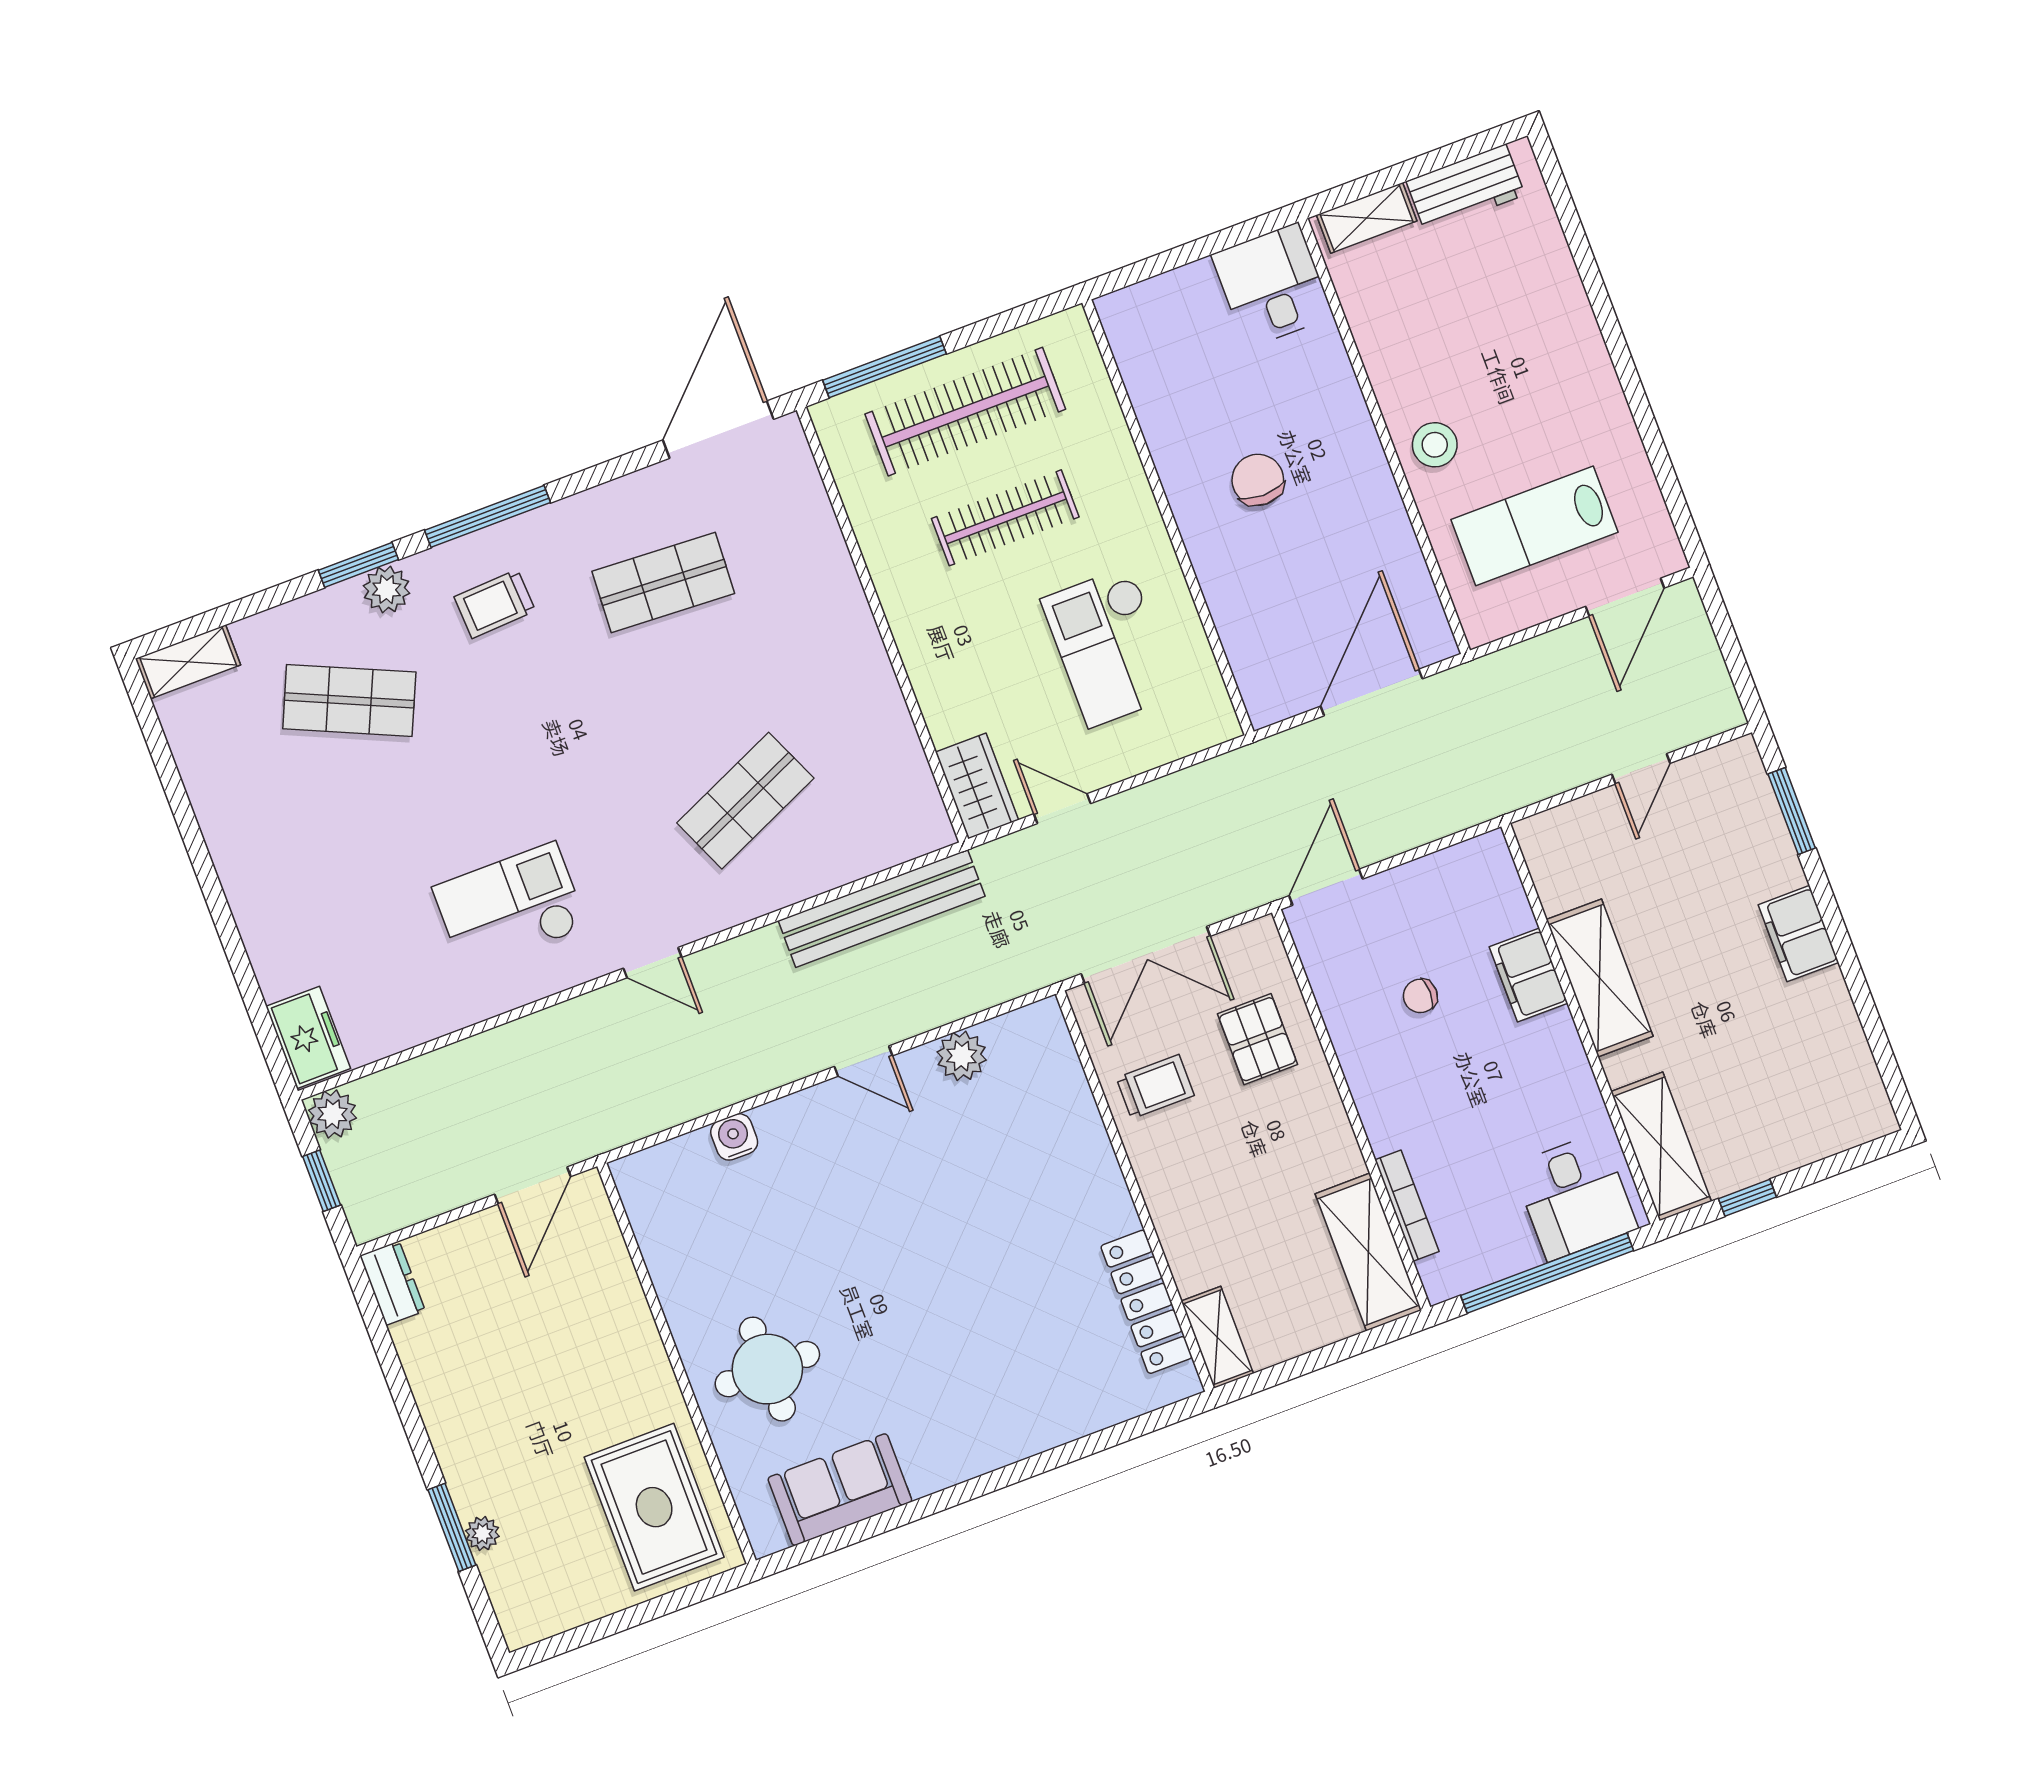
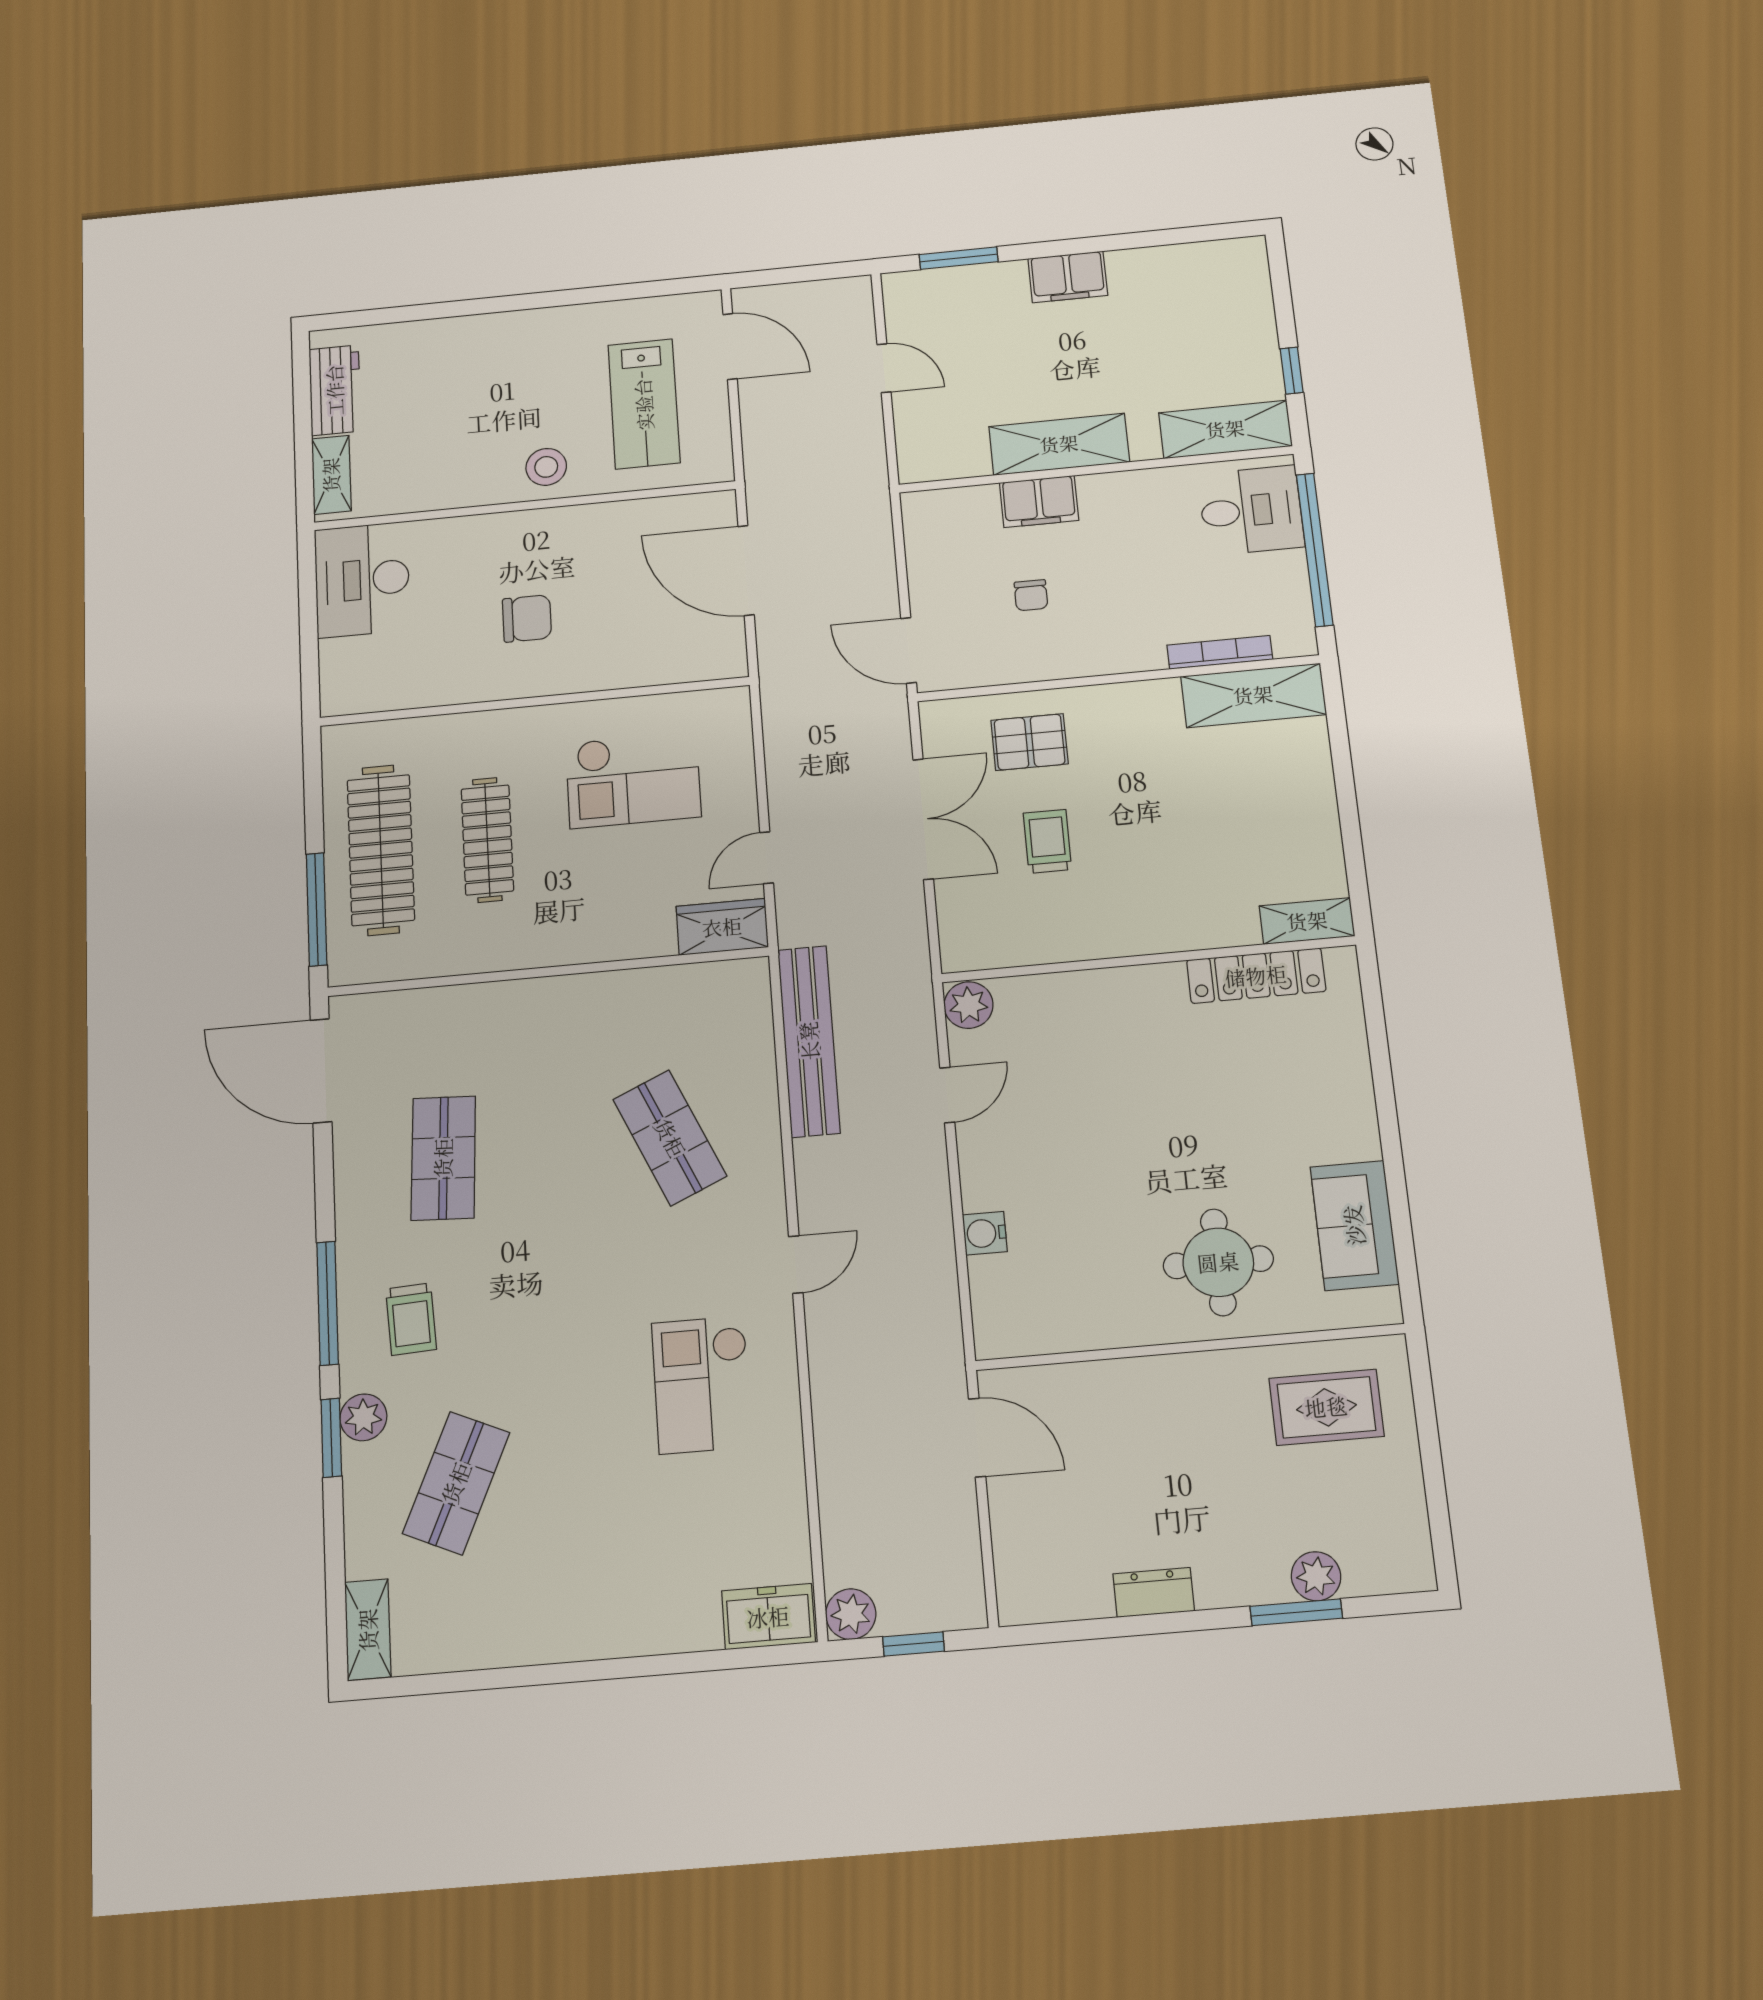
desk: (1272, 285) -> (362, 580), width x1.37
chair: (1258, 480) -> (527, 618), turned 180
wall: (1135, 1191) -> (1148, 959), moved
dresser: (392, 1283) -> (1154, 1592), moved
locker: (1146, 1302) -> (1256, 976), moved
shelving: (1217, 1337) -> (1307, 921), moved
rug: (654, 1507) -> (1326, 1407), width x0.73, depth x0.70
plant: (482, 1534) -> (1316, 1576), width x1.38, depth x1.38

